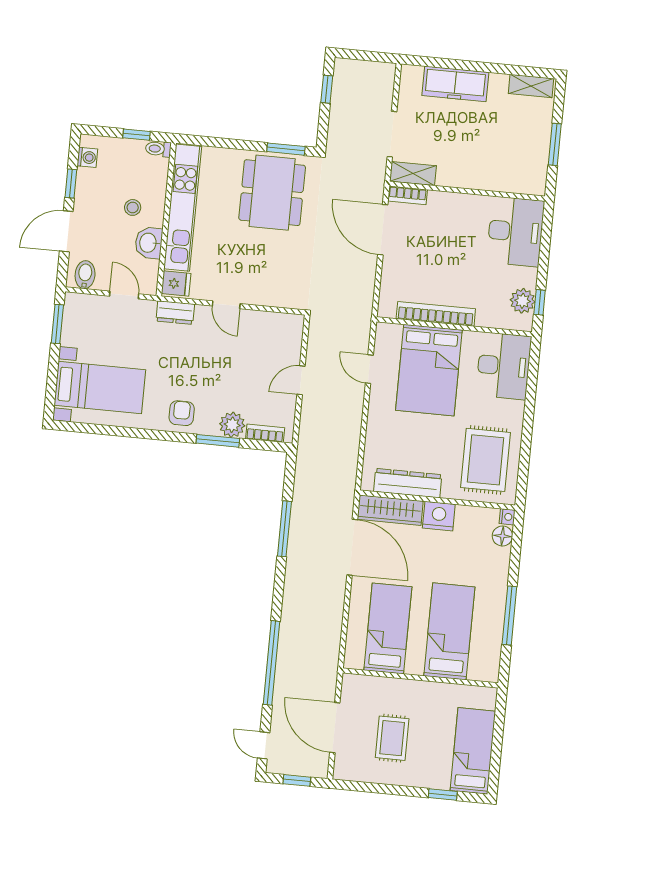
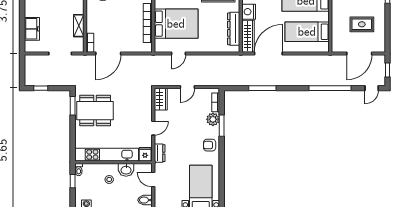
freezer: (455, 84) -> (32, 29), width x0.71
shelving: (413, 174) -> (79, 26), moved
door: (124, 295) -> (153, 180), hinge flipped
wardrobe: (282, 325) -> (161, 99), added
door: (301, 380) -> (187, 87), hinge flipped

